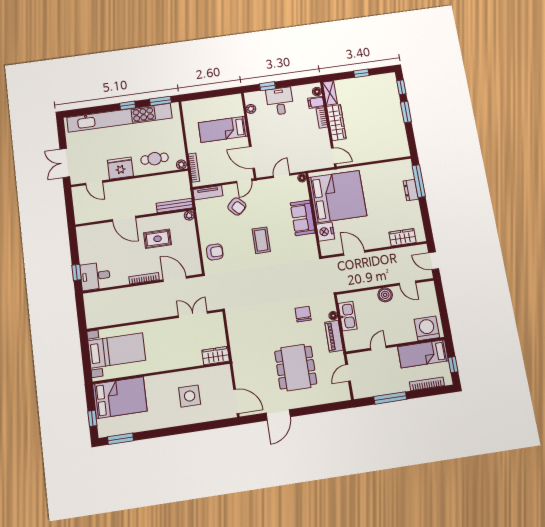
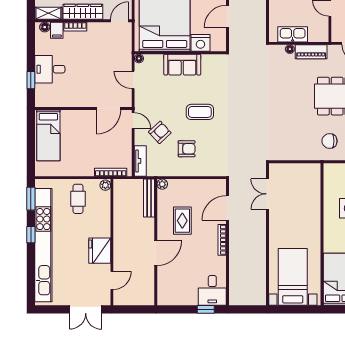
plant: (251, 109) -> (54, 102), removed
bed: (223, 129) -> (48, 135), moved
cafe table: (155, 159) -> (78, 199), moved
armchair: (215, 252) -> (187, 149), moved, turned 90
chair: (303, 314) -> (329, 141), moved
wardrobe: (216, 356) -> (313, 176), removed

